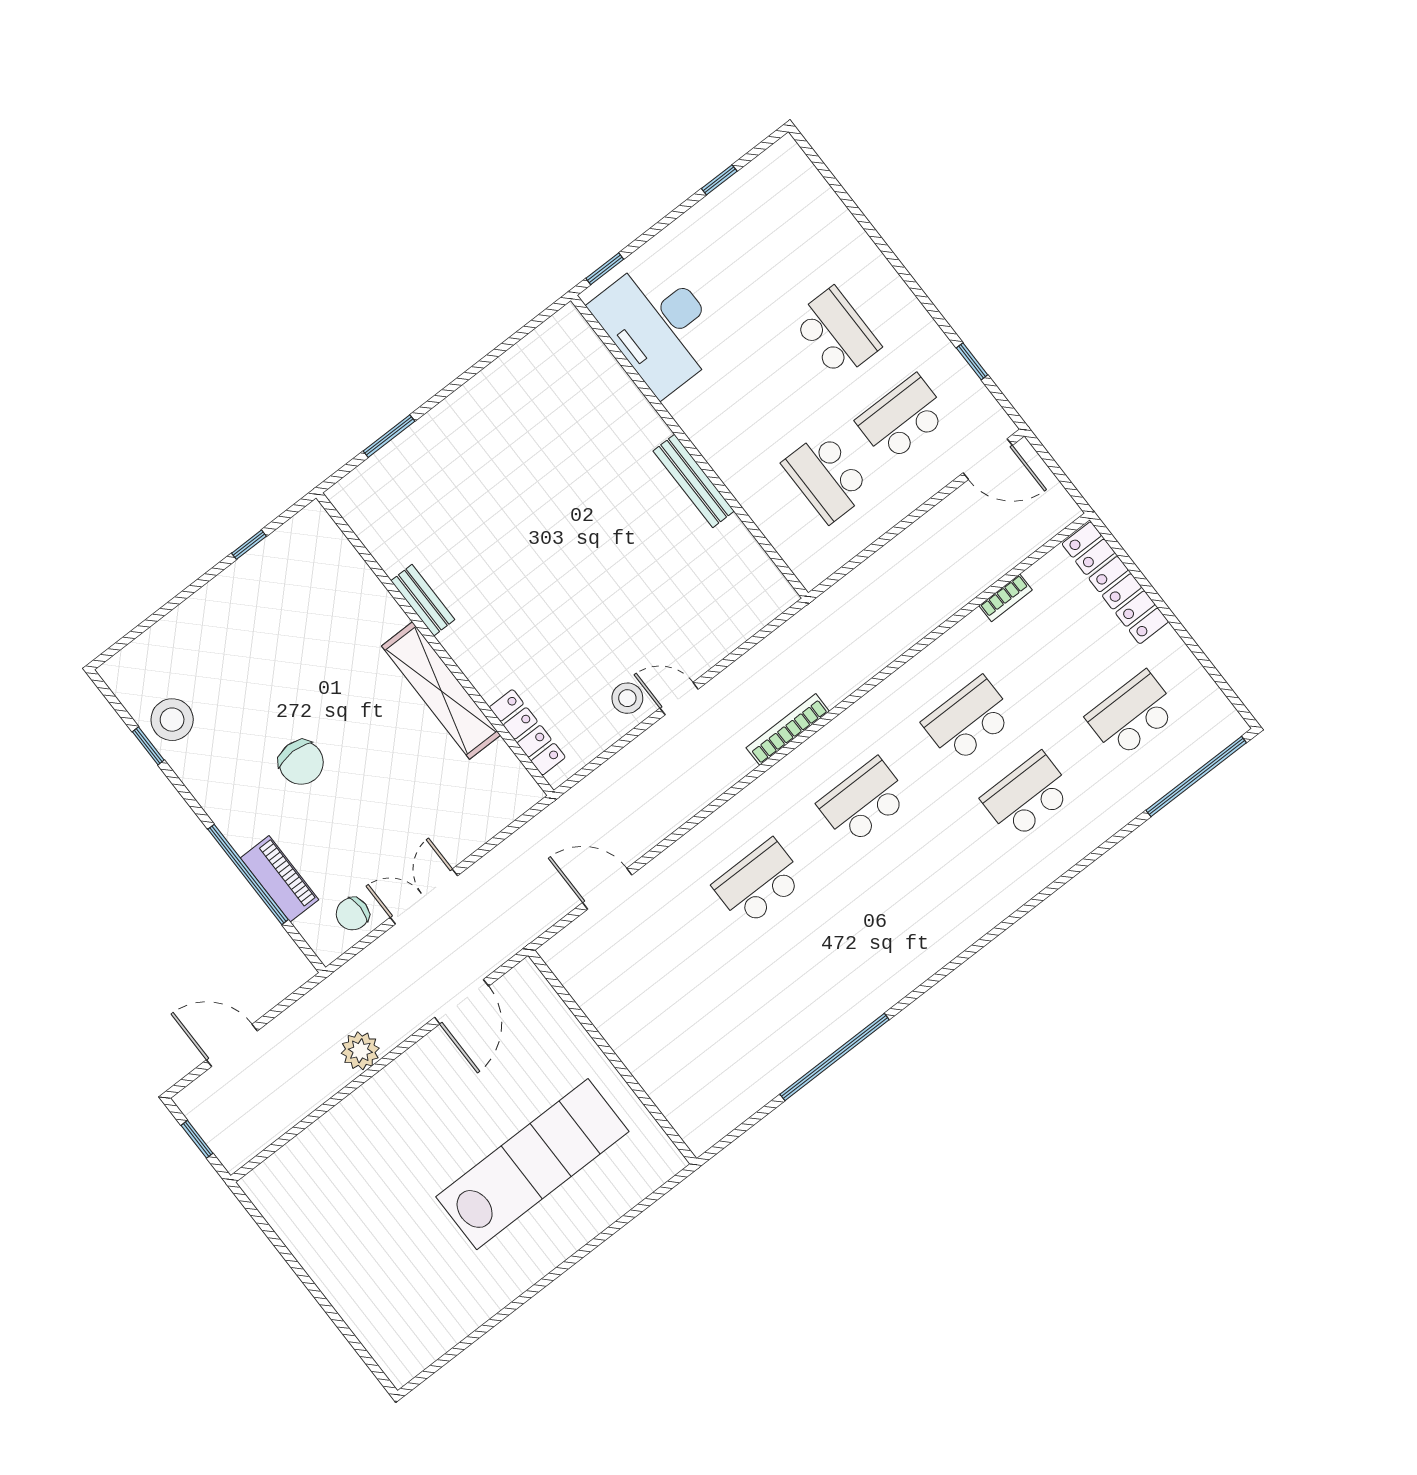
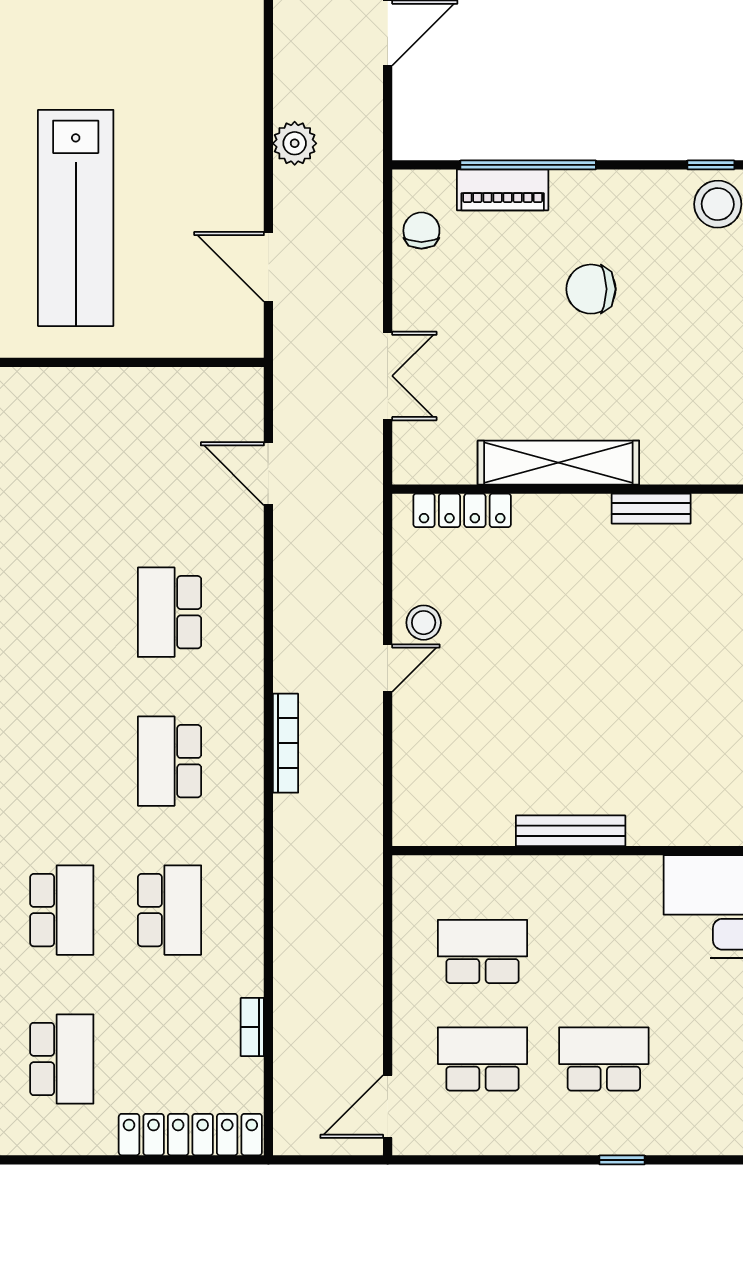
school desk: (836, 333) -> (604, 1059), turned 180
window: (972, 361) -> (622, 1160), moved
school desk: (902, 418) -> (483, 1059), turned -90
school desk: (864, 801) -> (170, 761), turned 180
school desk: (759, 883) -> (170, 612), turned 180
door: (607, 889) -> (268, 474), swing flipped
double door: (424, 896) -> (388, 376), moved

